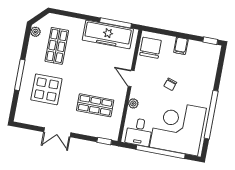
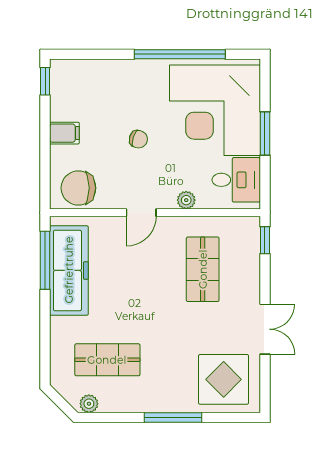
display table: (46, 89) -> (224, 379), moved
window: (161, 152) -> (265, 134), width x0.47

